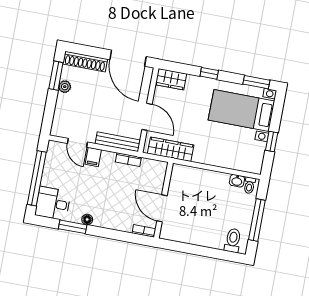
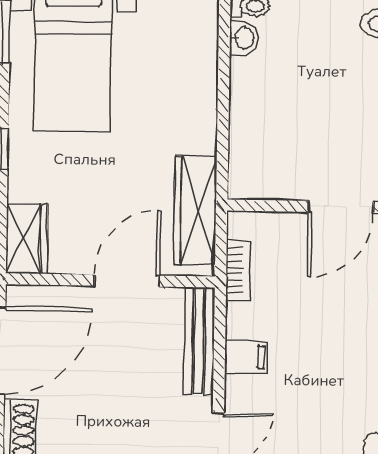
filing cabinet: (93, 157) -> (246, 357), moved
bookcase: (128, 160) -> (238, 271), moved

